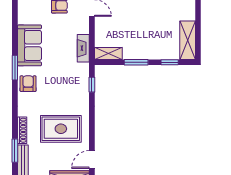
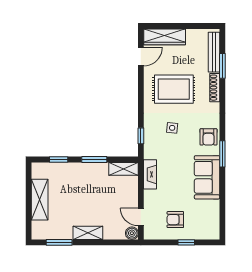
shelving: (188, 40) -> (40, 200), moved
side table: (62, 92) -> (172, 128), added

